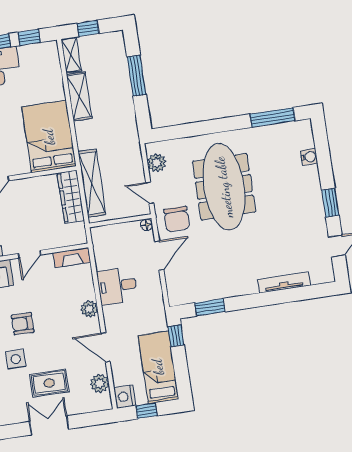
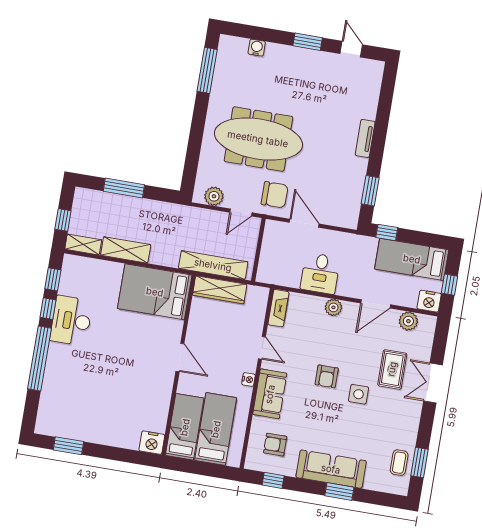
floor lamp: (147, 225) -> (271, 226), removed
tv unit: (284, 282) -> (365, 138), moved, width x0.71

